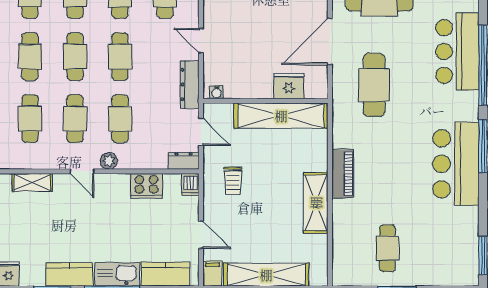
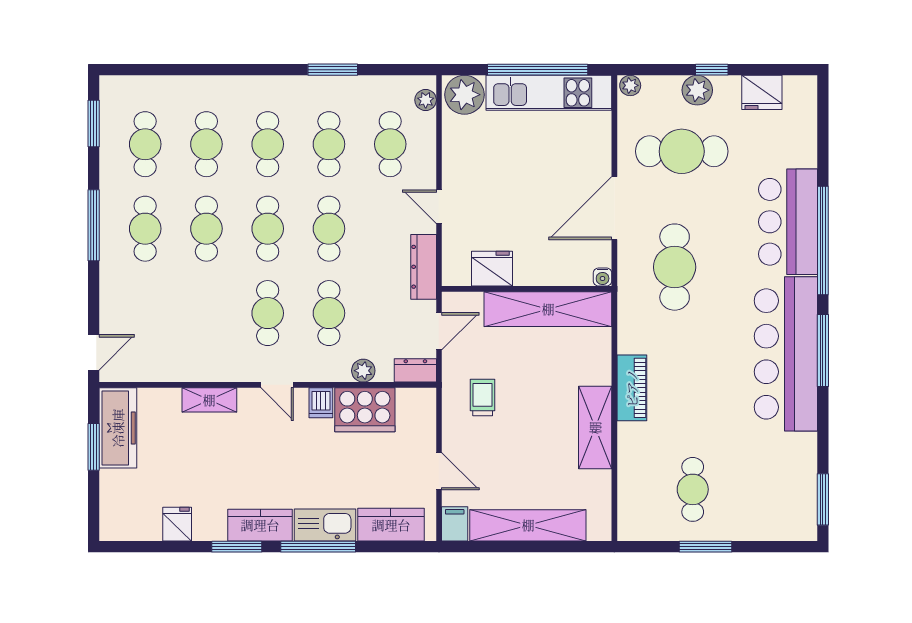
fridge: (289, 86) -> (492, 269), moved
water cooler: (217, 92) -> (603, 277), moved
cafe table: (30, 119) -> (206, 313), removed
door: (201, 132) -> (439, 331), hinge flipped
plant: (109, 161) -> (363, 371), moved
bar counter: (456, 164) -> (786, 354), width x1.36
trolley: (233, 181) -> (483, 397), turned 180
dishwasher: (190, 185) -> (321, 403), moved
cooker: (146, 186) -> (365, 410), width x1.37, depth x1.31

